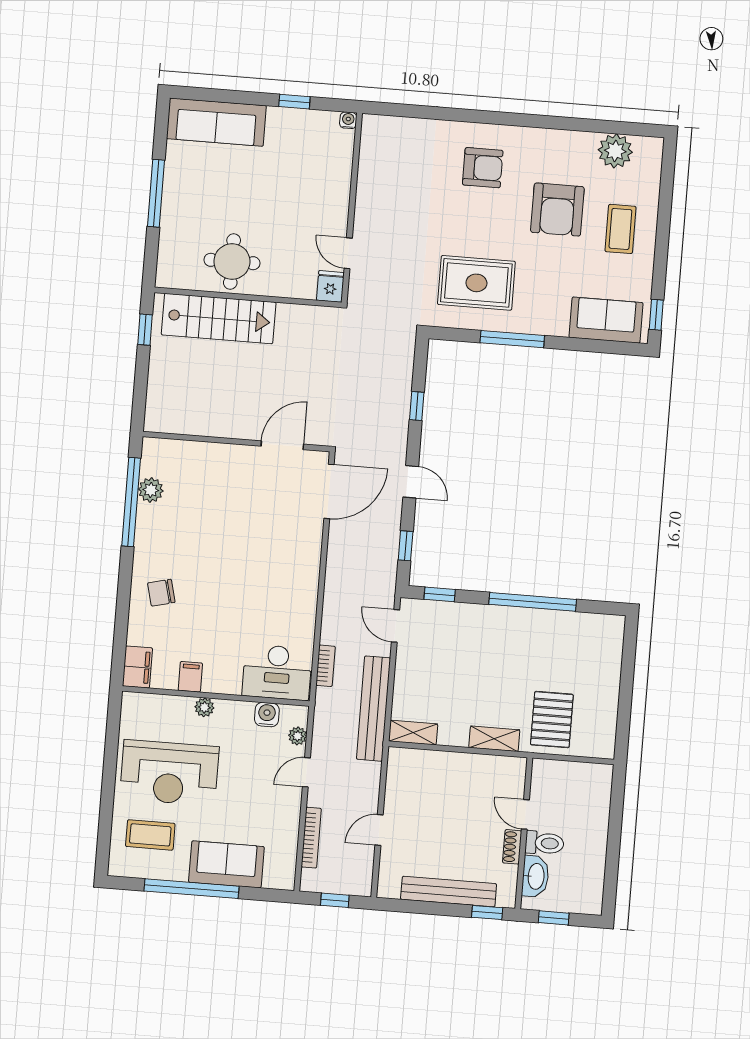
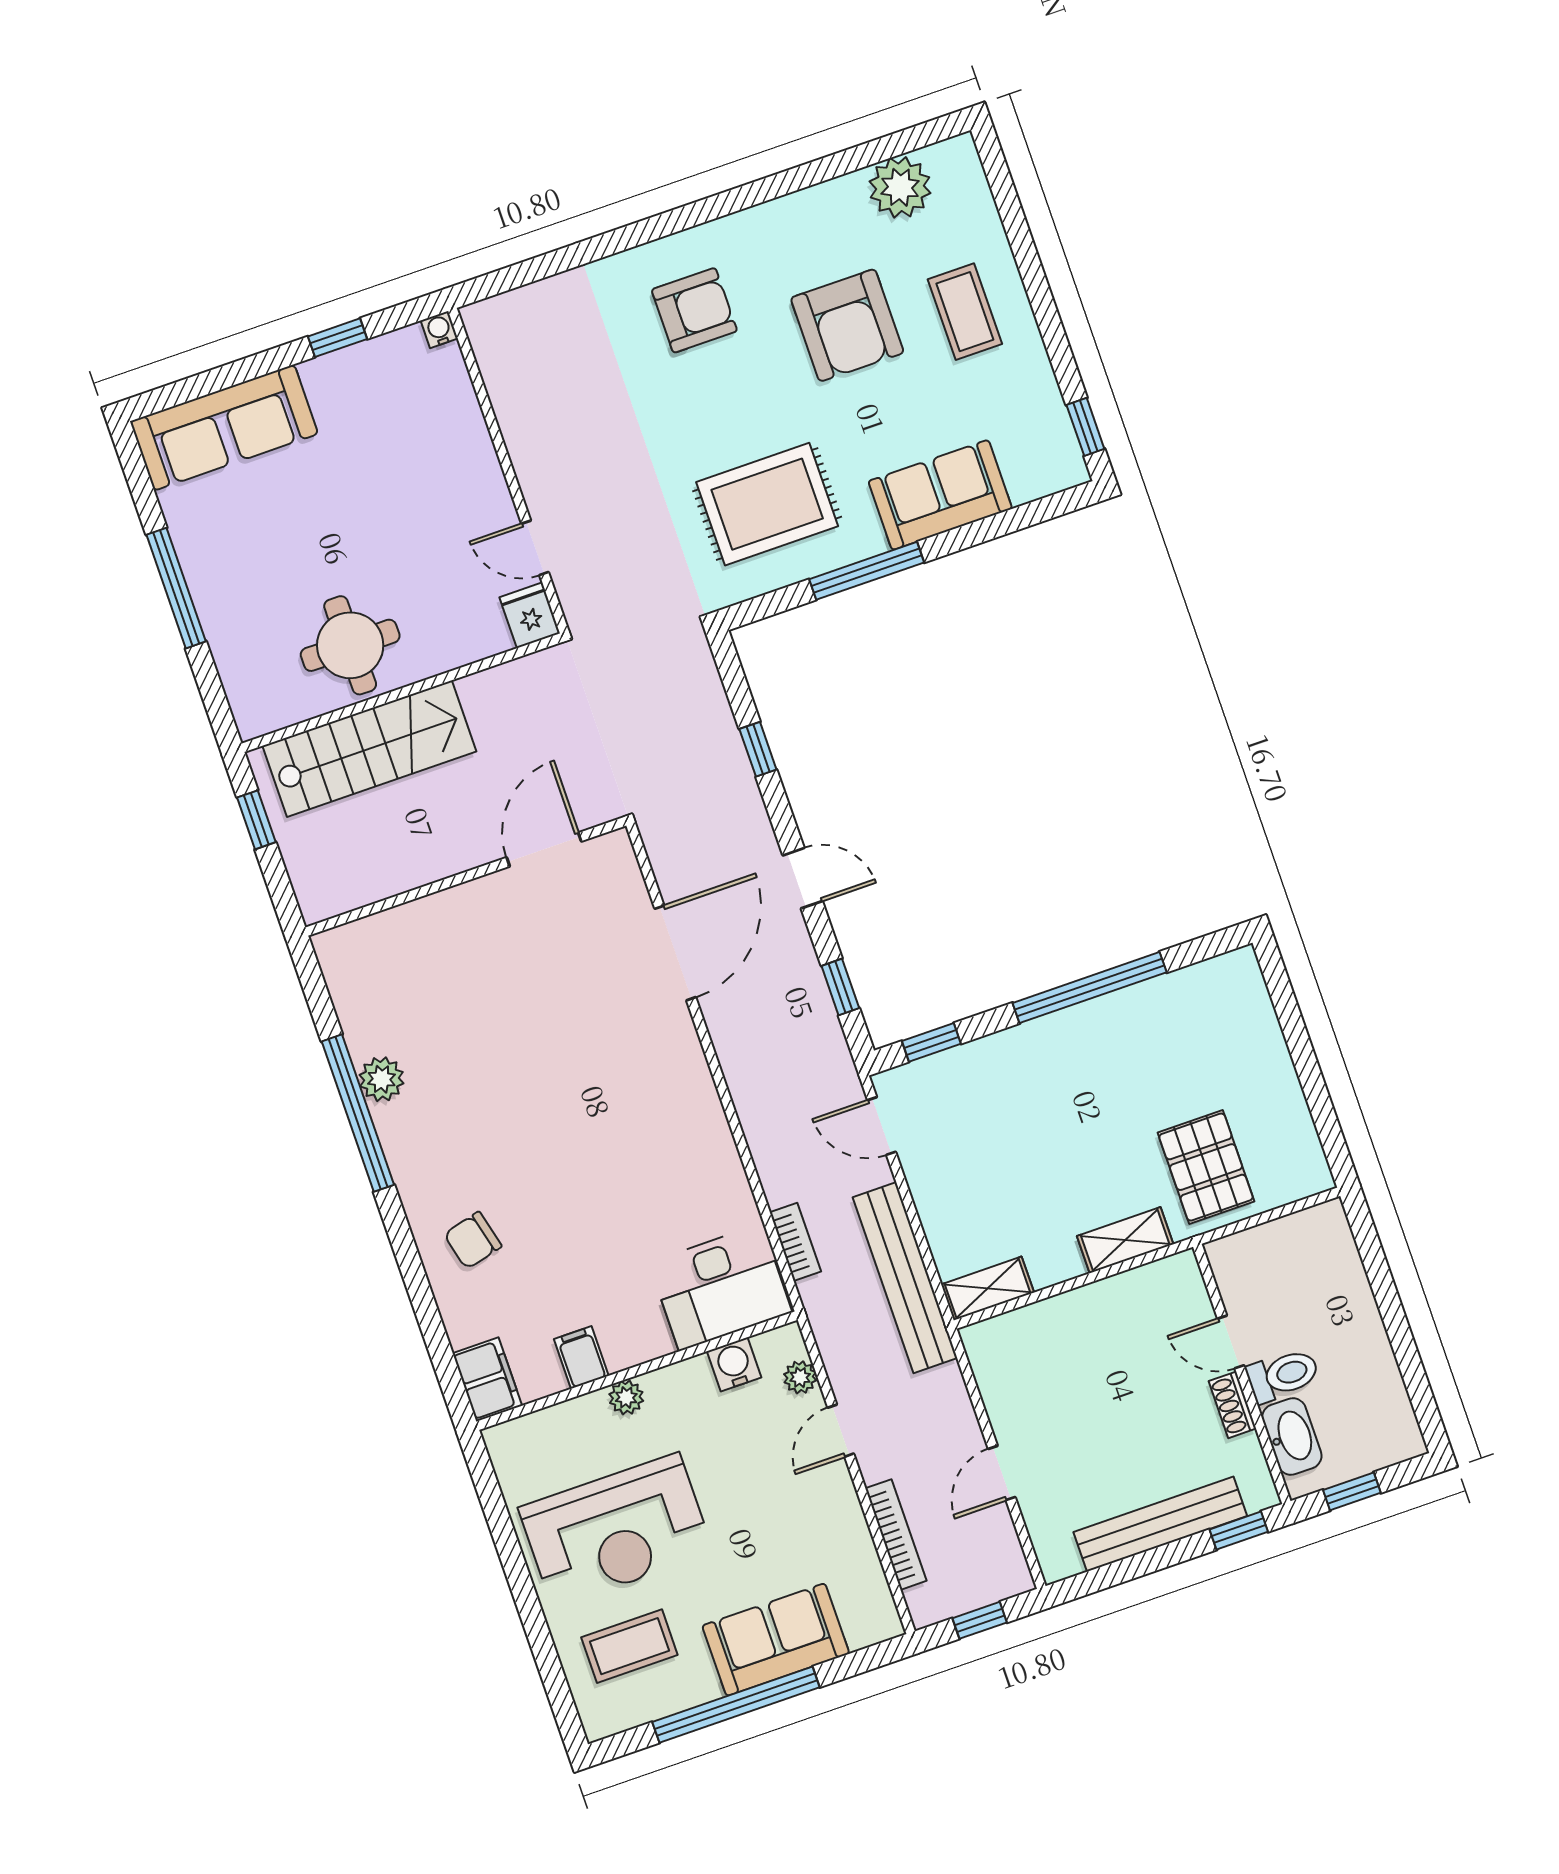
sofa: (606, 320) -> (940, 495), moved
wall: (236, 441) -> (466, 877), moved
door: (282, 445) -> (544, 849), moved

